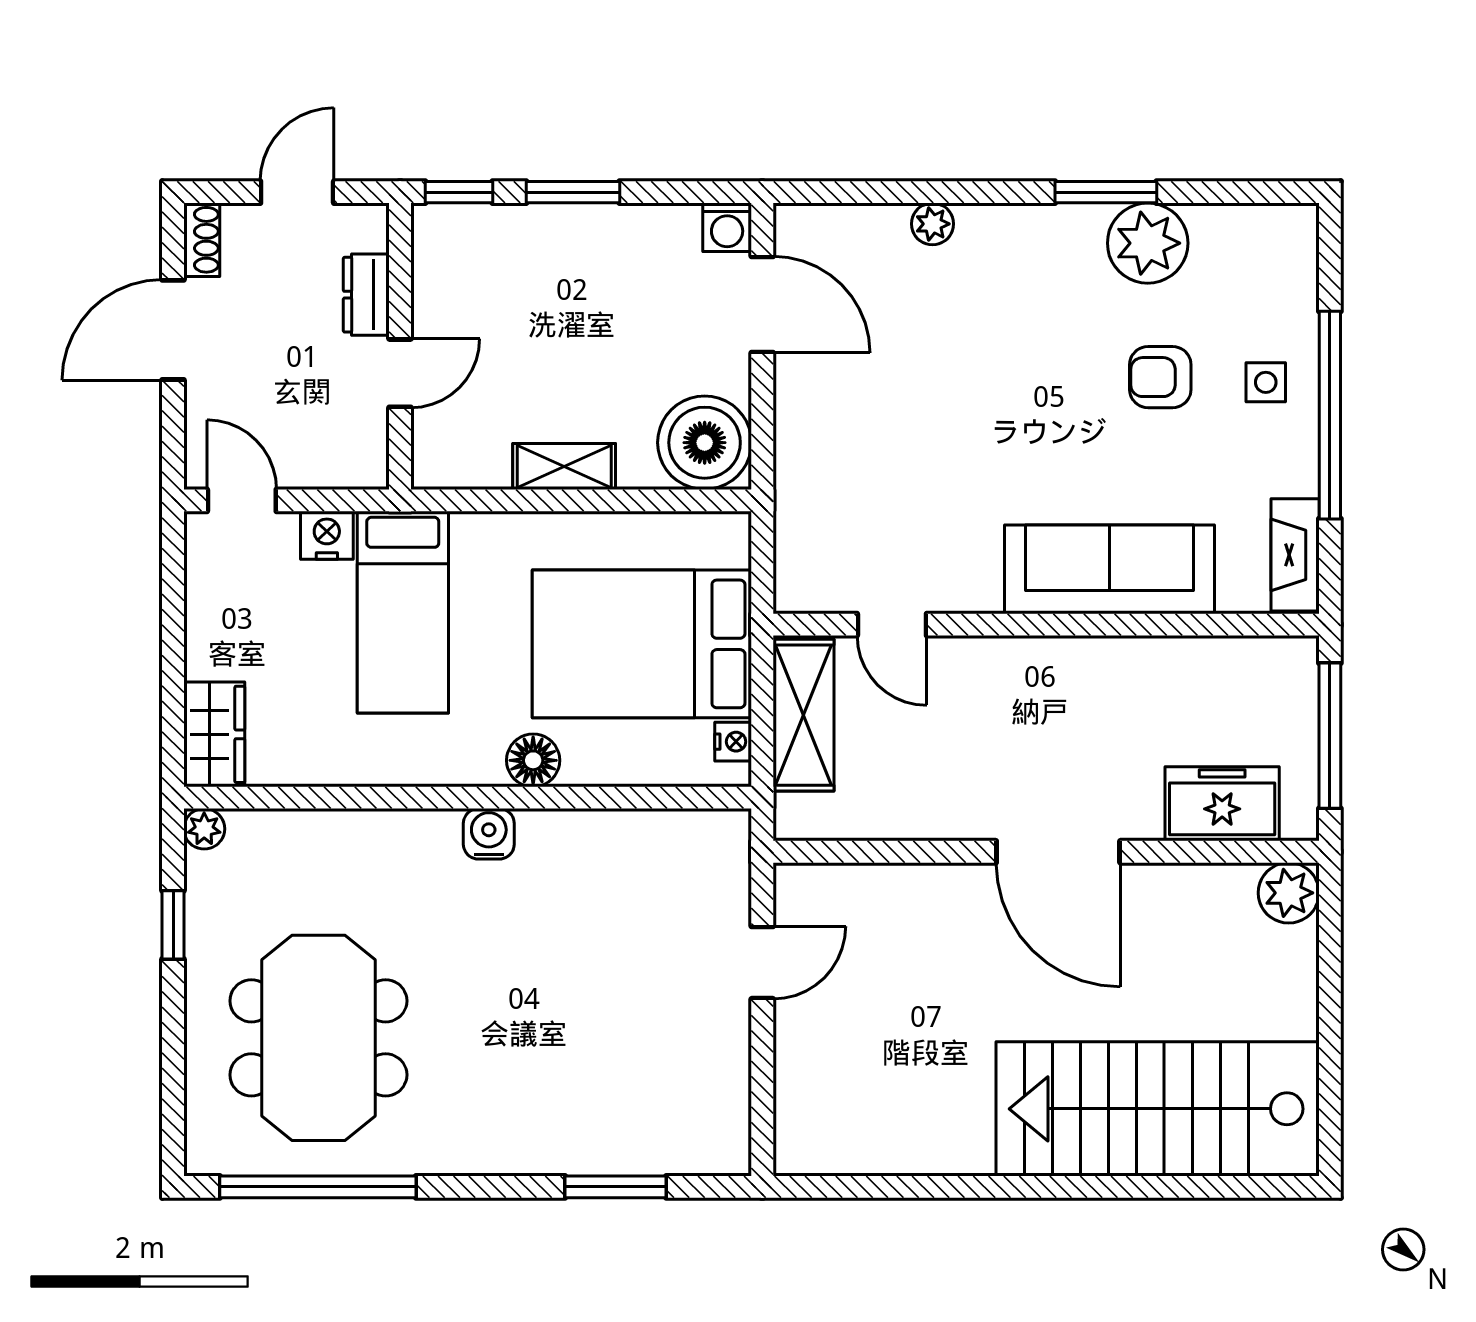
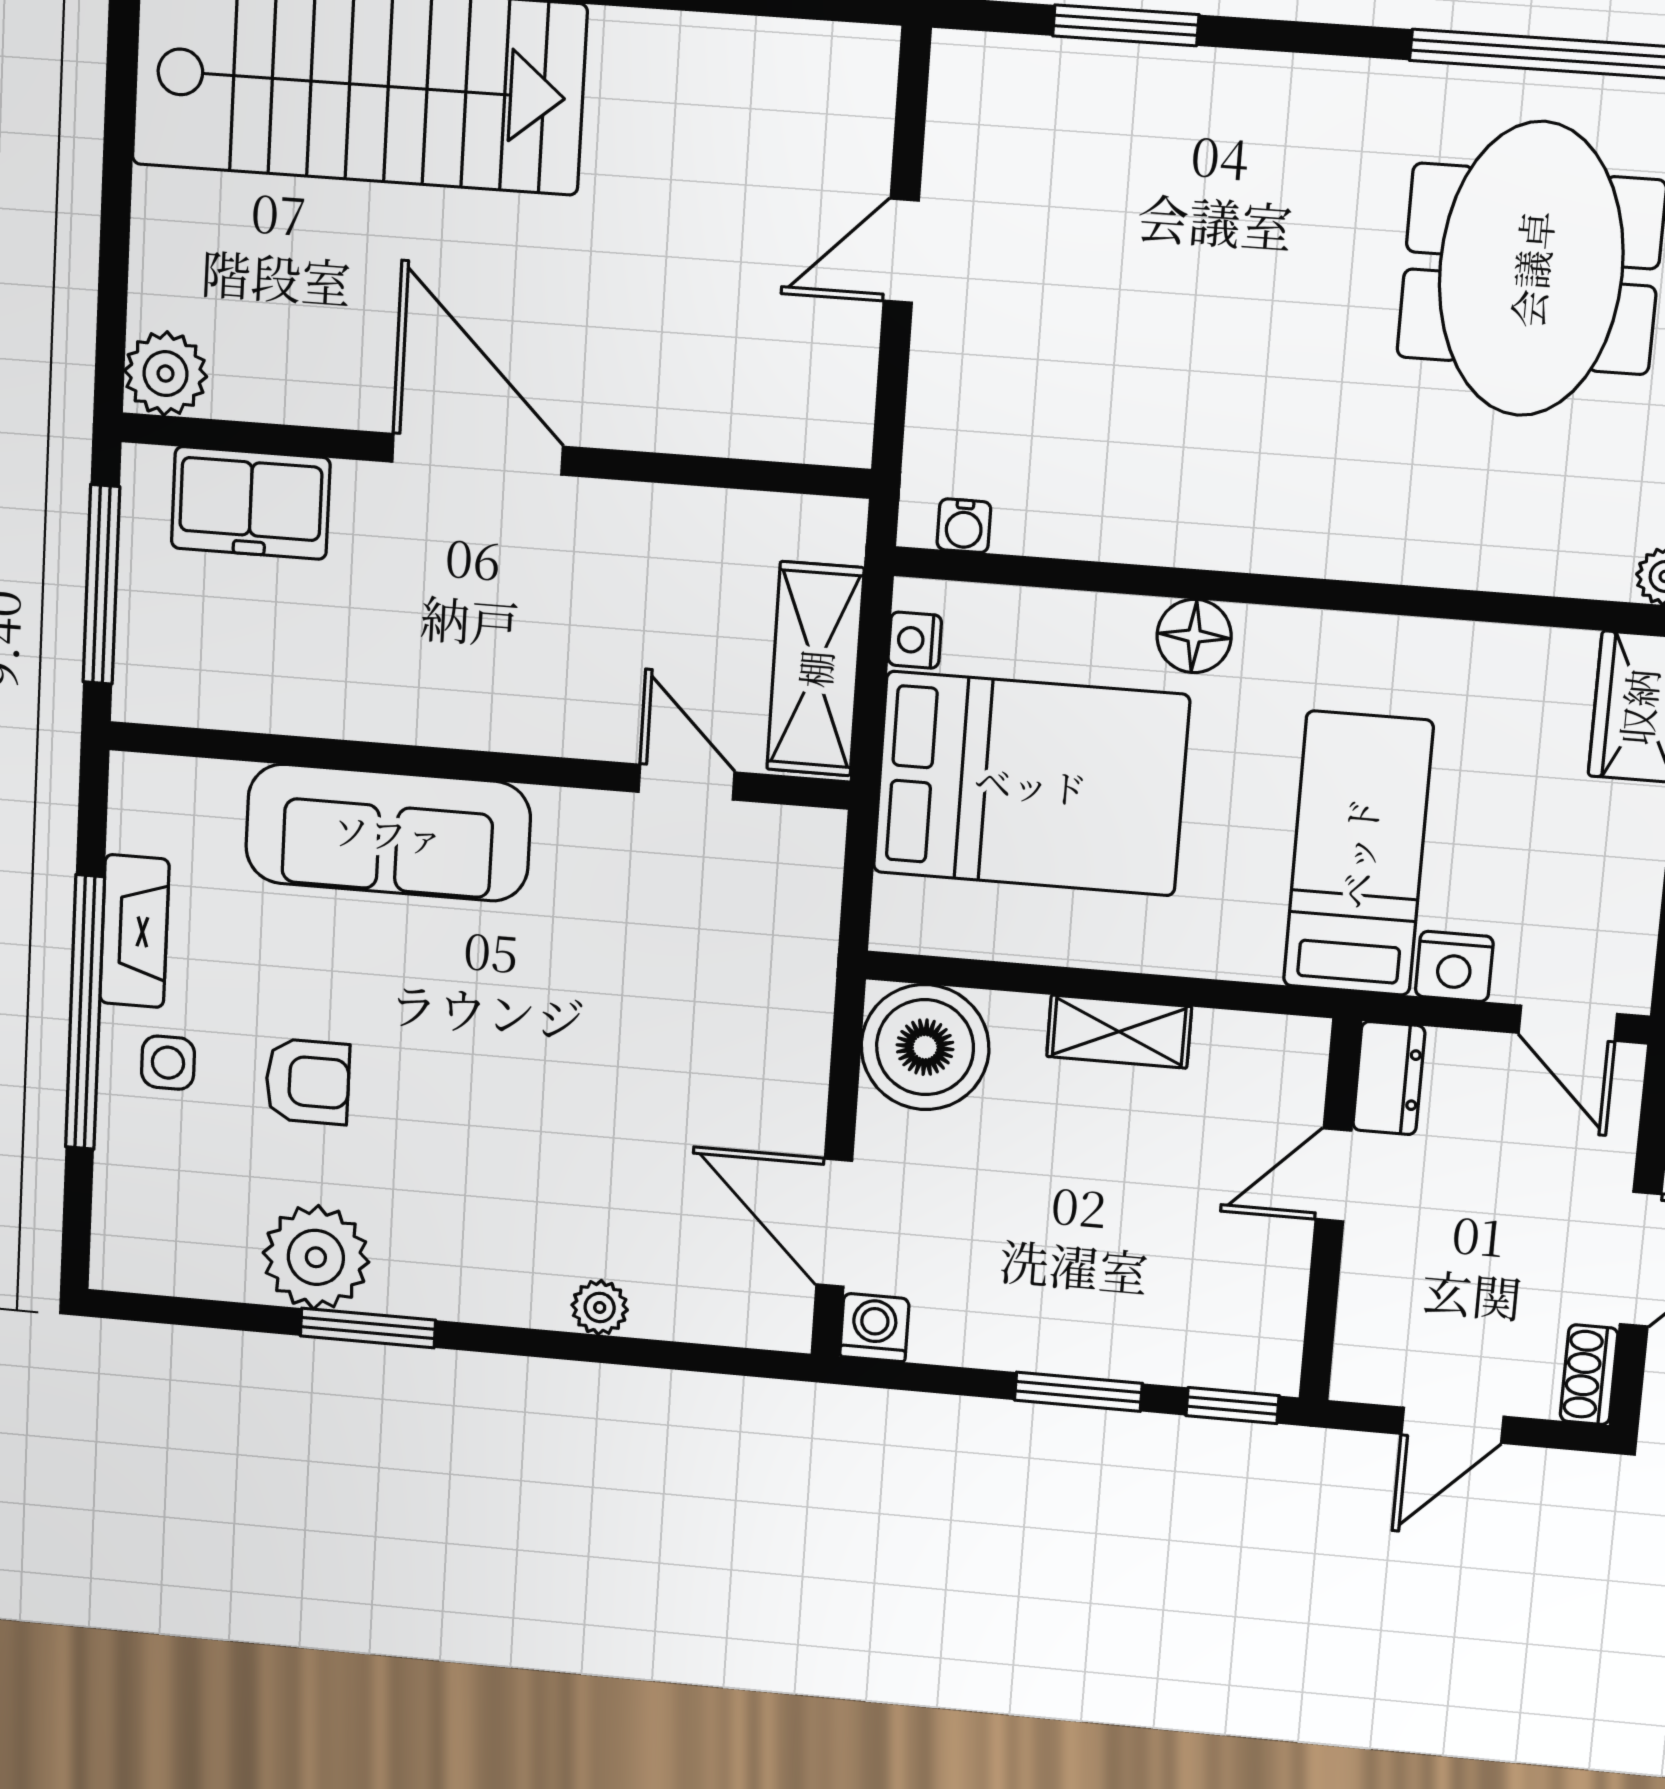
dresser: (366, 295) -> (1389, 1078), moved
fireplace: (1295, 555) -> (134, 931), moved
water cooler: (489, 834) -> (964, 526), moved, width x0.72, depth x0.72
door: (762, 963) -> (901, 251), moved

